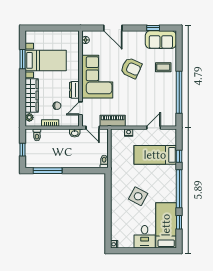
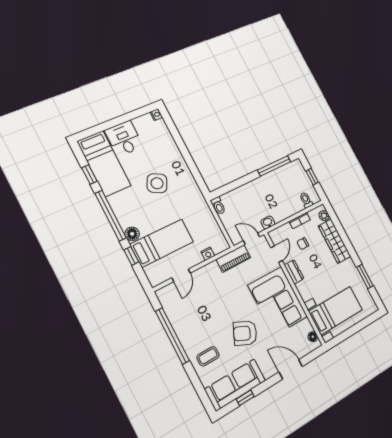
sofa: (161, 40) -> (235, 385), width x1.36
bed with nightstands: (46, 60) -> (336, 311), moved, turned 180
floor lamp: (171, 170) -> (132, 234), added

